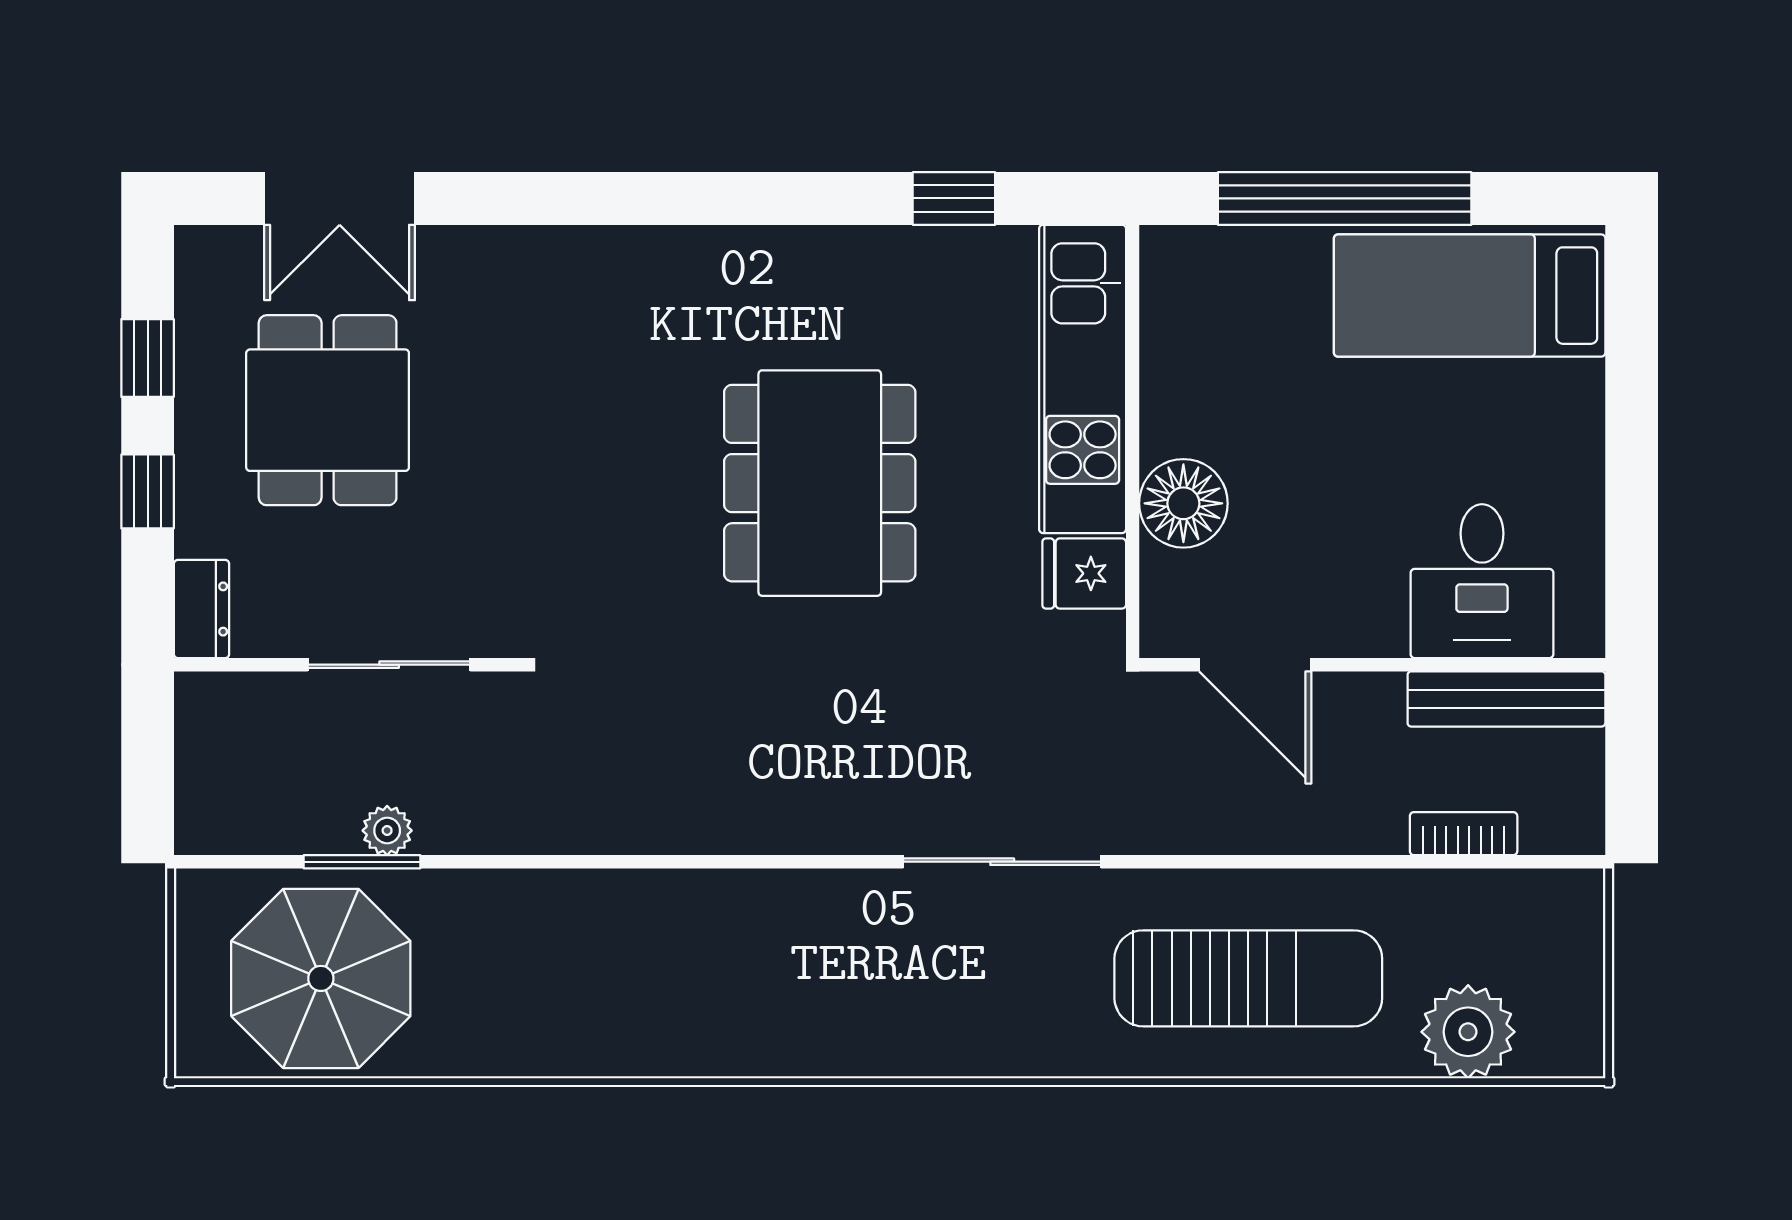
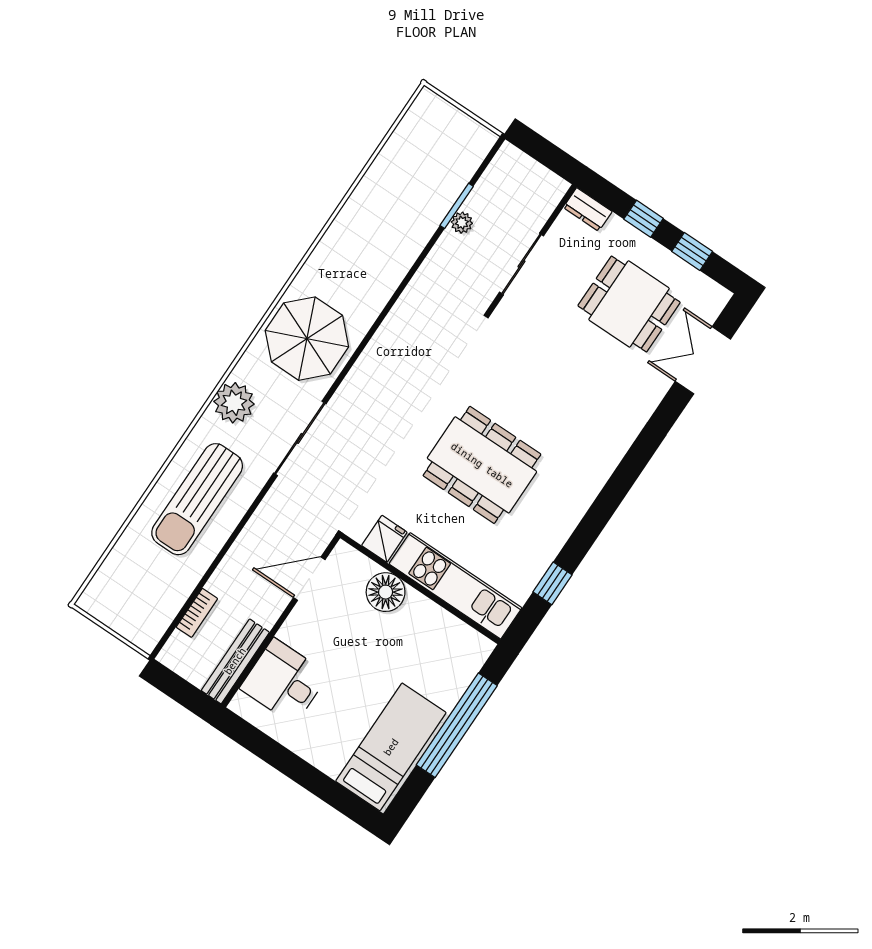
parasol: (321, 978) -> (307, 339), moved
plant: (1468, 1032) -> (234, 403), moved

